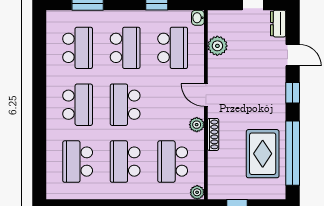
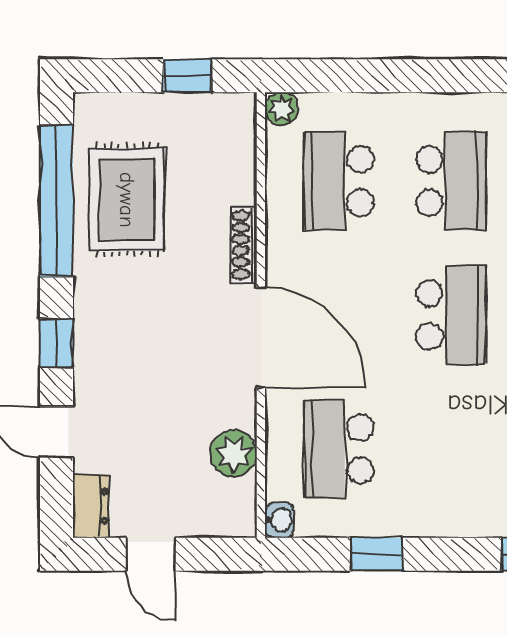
school desk: (125, 48) -> (451, 449), removed
door: (206, 95) -> (261, 338), width x1.88
plant: (197, 125) -> (282, 268), removed
school desk: (173, 162) -> (339, 181), turned 180

